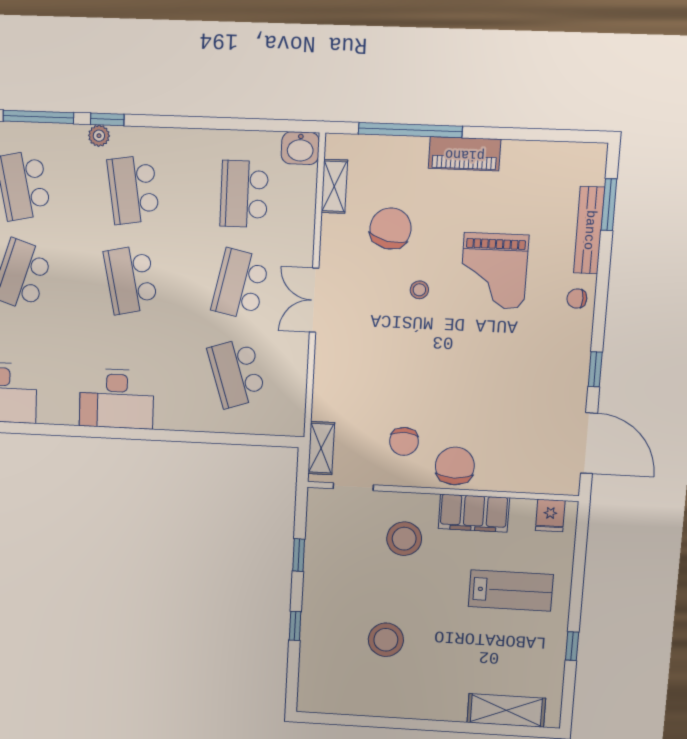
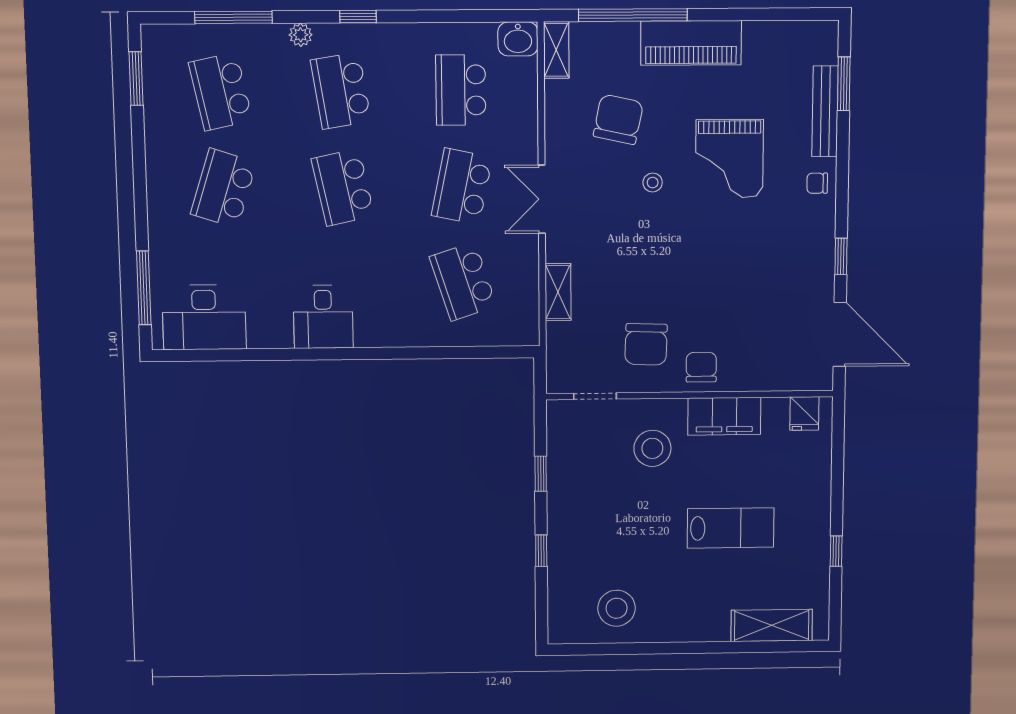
window: (107, 119) -> (358, 17), moved
piano: (465, 154) -> (691, 43), width x1.37, depth x1.33
shelving: (334, 186) -> (556, 50), moved
desk: (117, 399) -> (323, 317), width x0.73
chair: (404, 441) -> (646, 344), width x1.37, depth x1.37
shelving: (321, 448) -> (558, 292), moved
chair: (455, 466) -> (701, 367), width x0.73, depth x0.73
lab bench: (511, 591) -> (731, 528), moved
stool: (386, 640) -> (617, 608), moved

